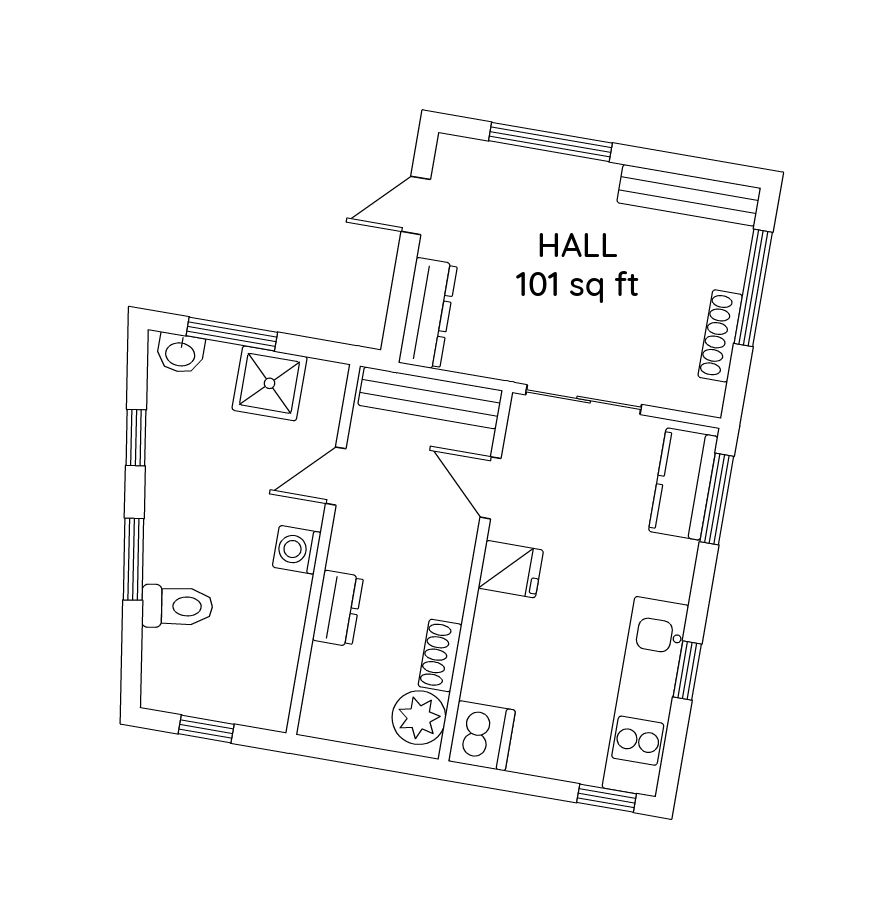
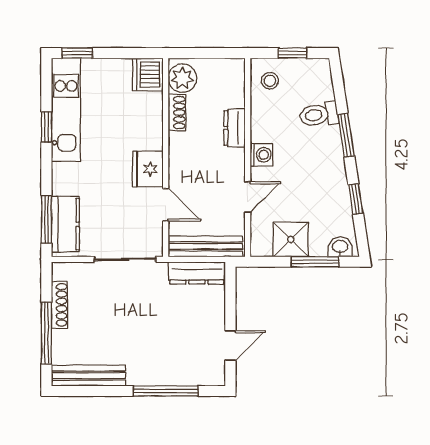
dresser: (428, 314) -> (197, 273), moved, turned -90
fridge: (511, 569) -> (148, 169), width x1.38
stool: (257, 685) -> (270, 81), added

